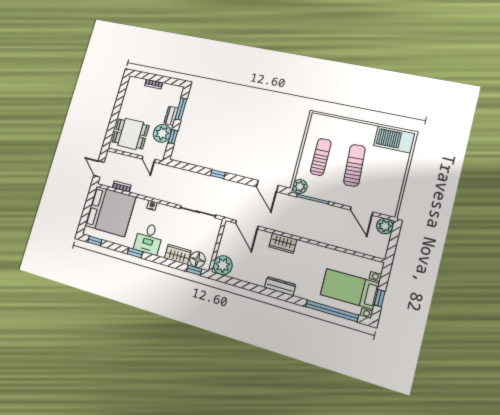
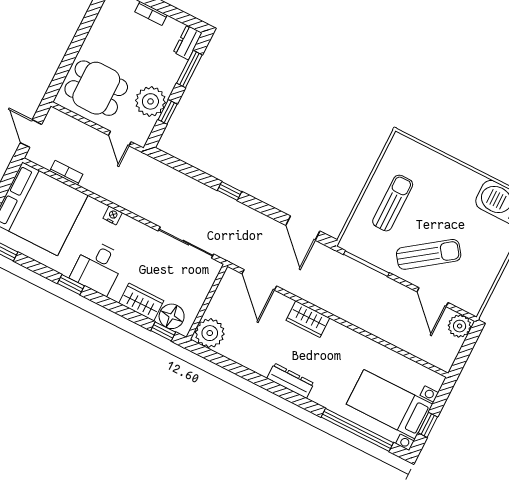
dresser: (171, 116) -> (188, 42), moved
sun lounger: (354, 165) -> (429, 254), moved, turned 57
plant: (300, 187) -> (352, 240), removed

